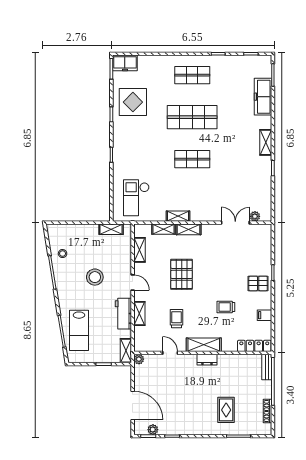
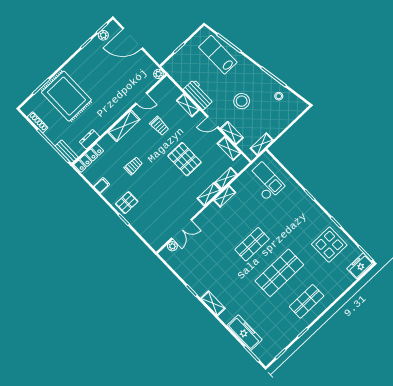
shelving: (126, 351) -> (232, 133), moved
dresser: (207, 360) -> (90, 139), moved
rug: (226, 410) -> (66, 96), width x1.86, depth x2.06

